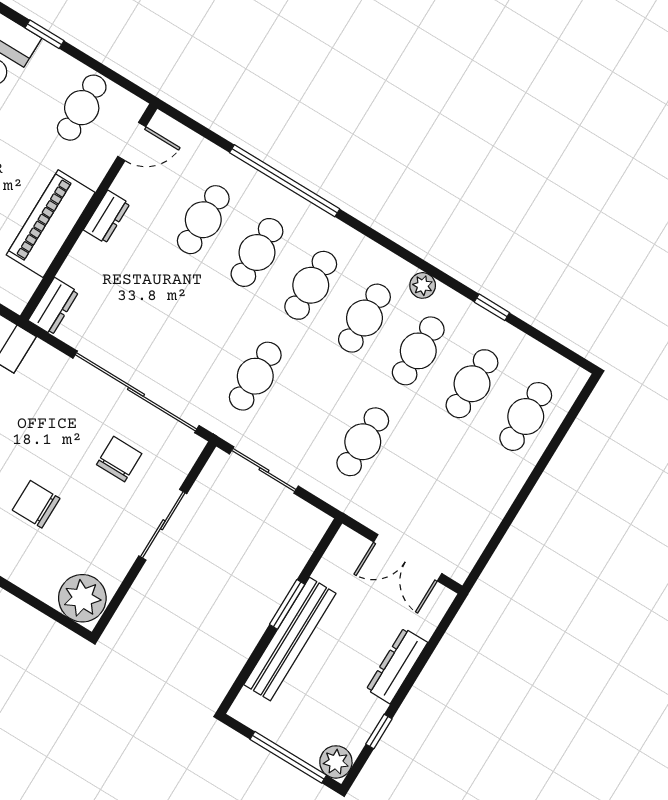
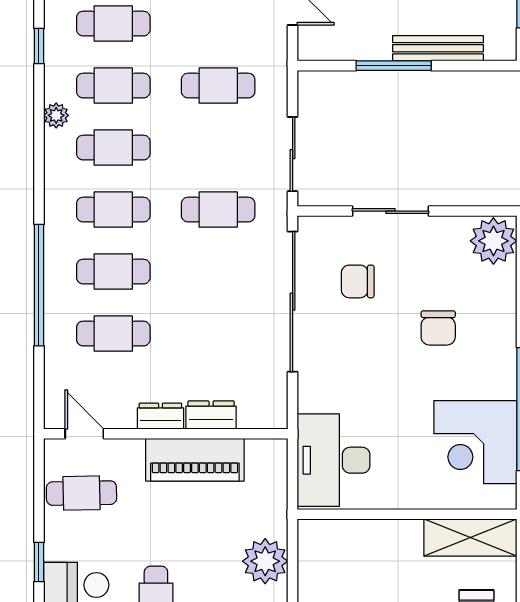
dresser: (53, 306) -> (211, 415), moved
window: (287, 604) -> (394, 66), width x1.44
bench: (290, 639) -> (438, 48), width x0.73, depth x0.82

